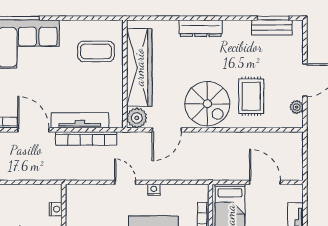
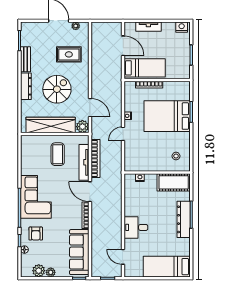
bench: (272, 27) -> (25, 59), moved
coffee table: (96, 51) -> (58, 154), moved
spiral stairs: (207, 104) -> (57, 89), moved
door: (33, 130) -> (90, 192), hinge flipped
door: (265, 182) -> (123, 46), swing flipped

